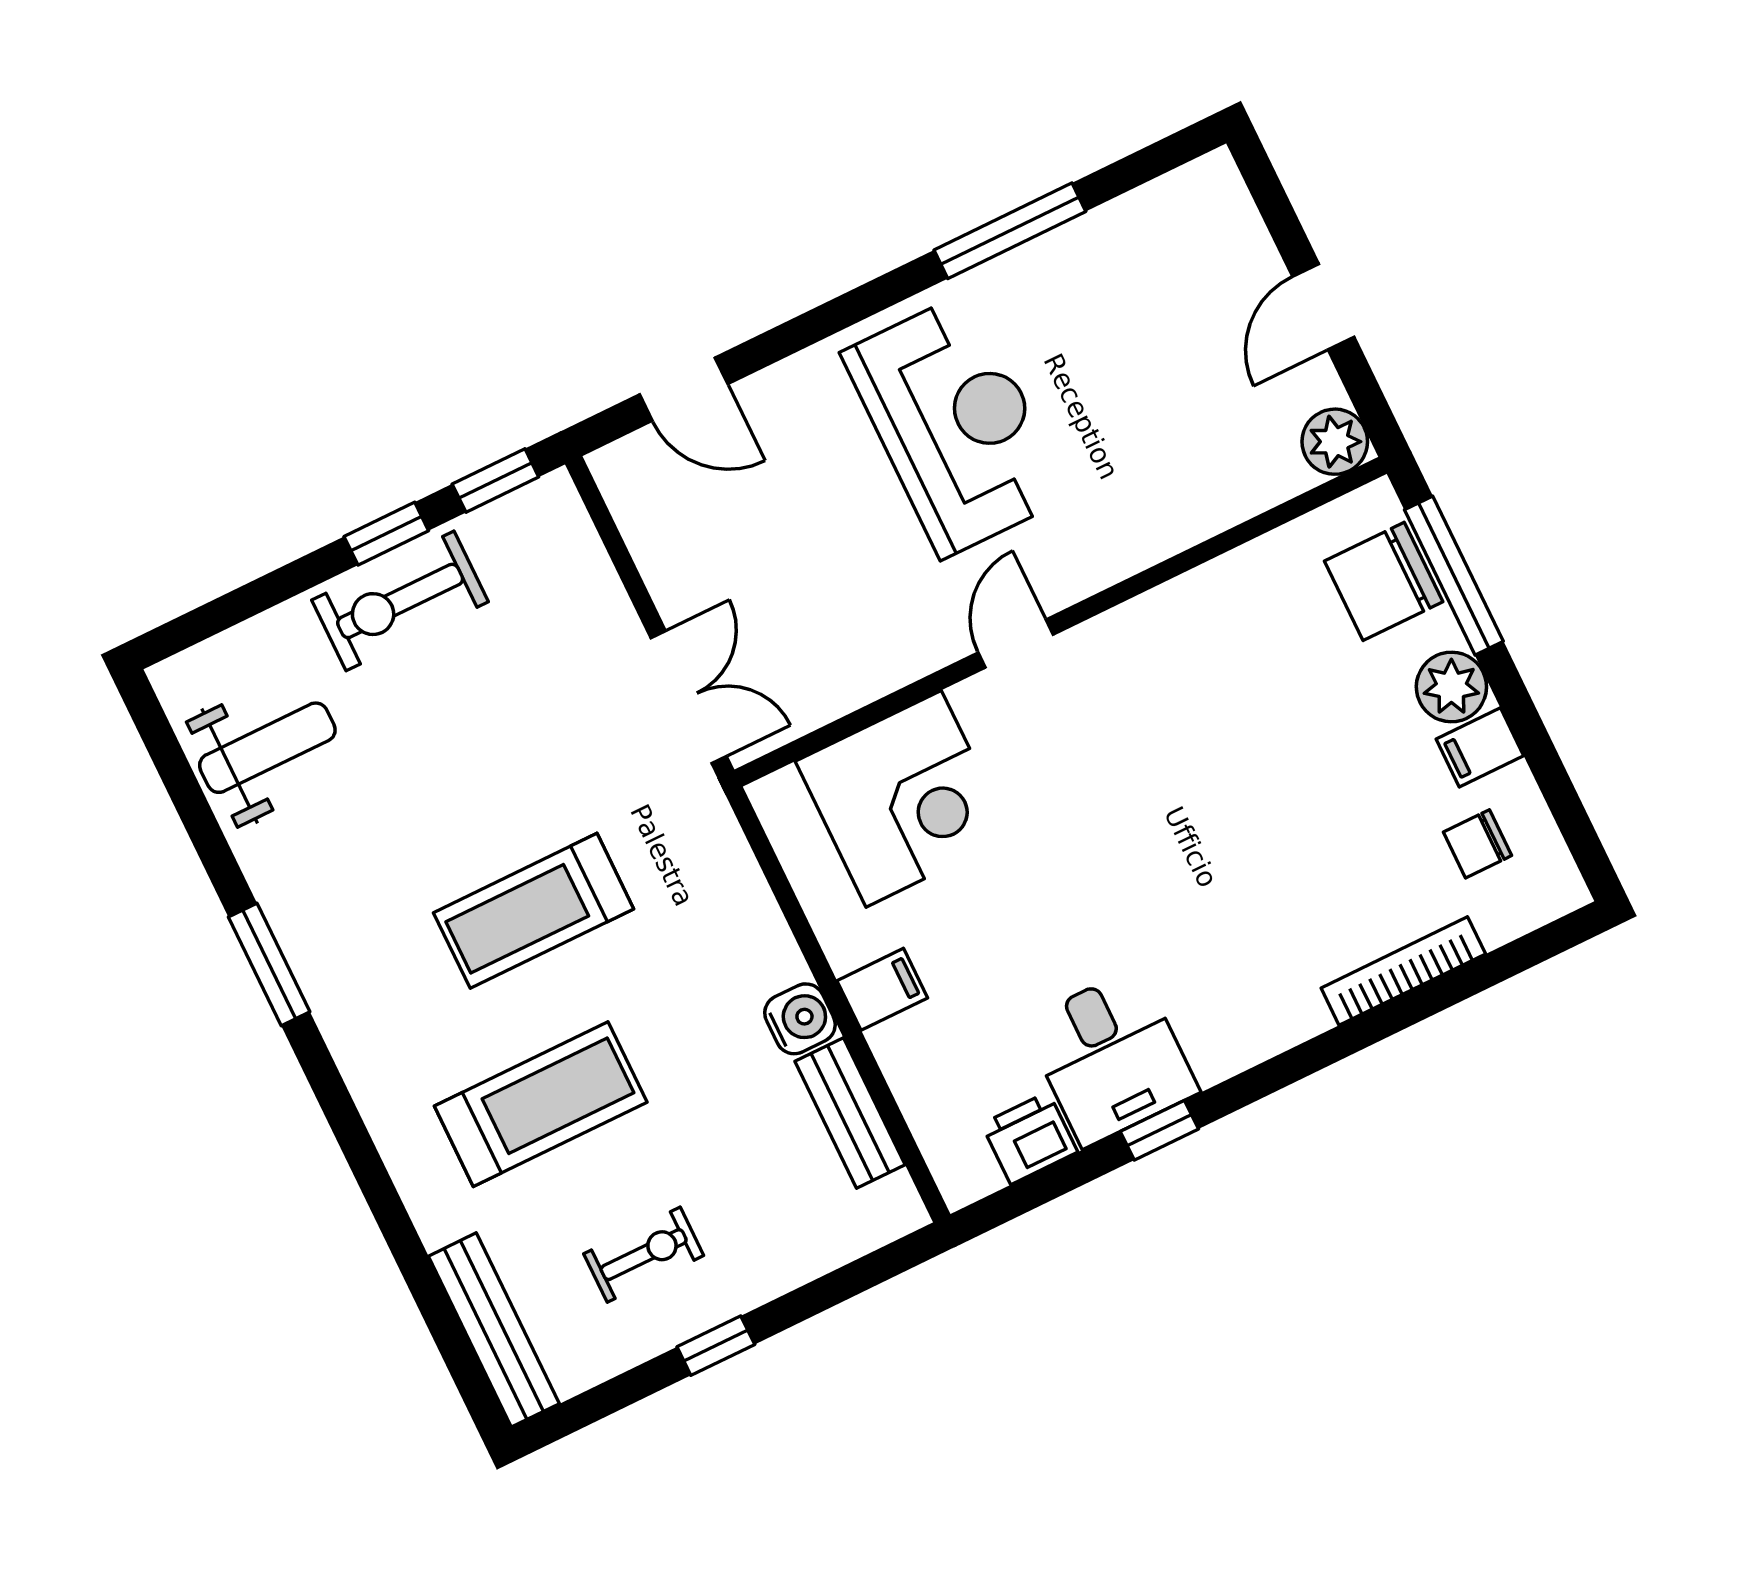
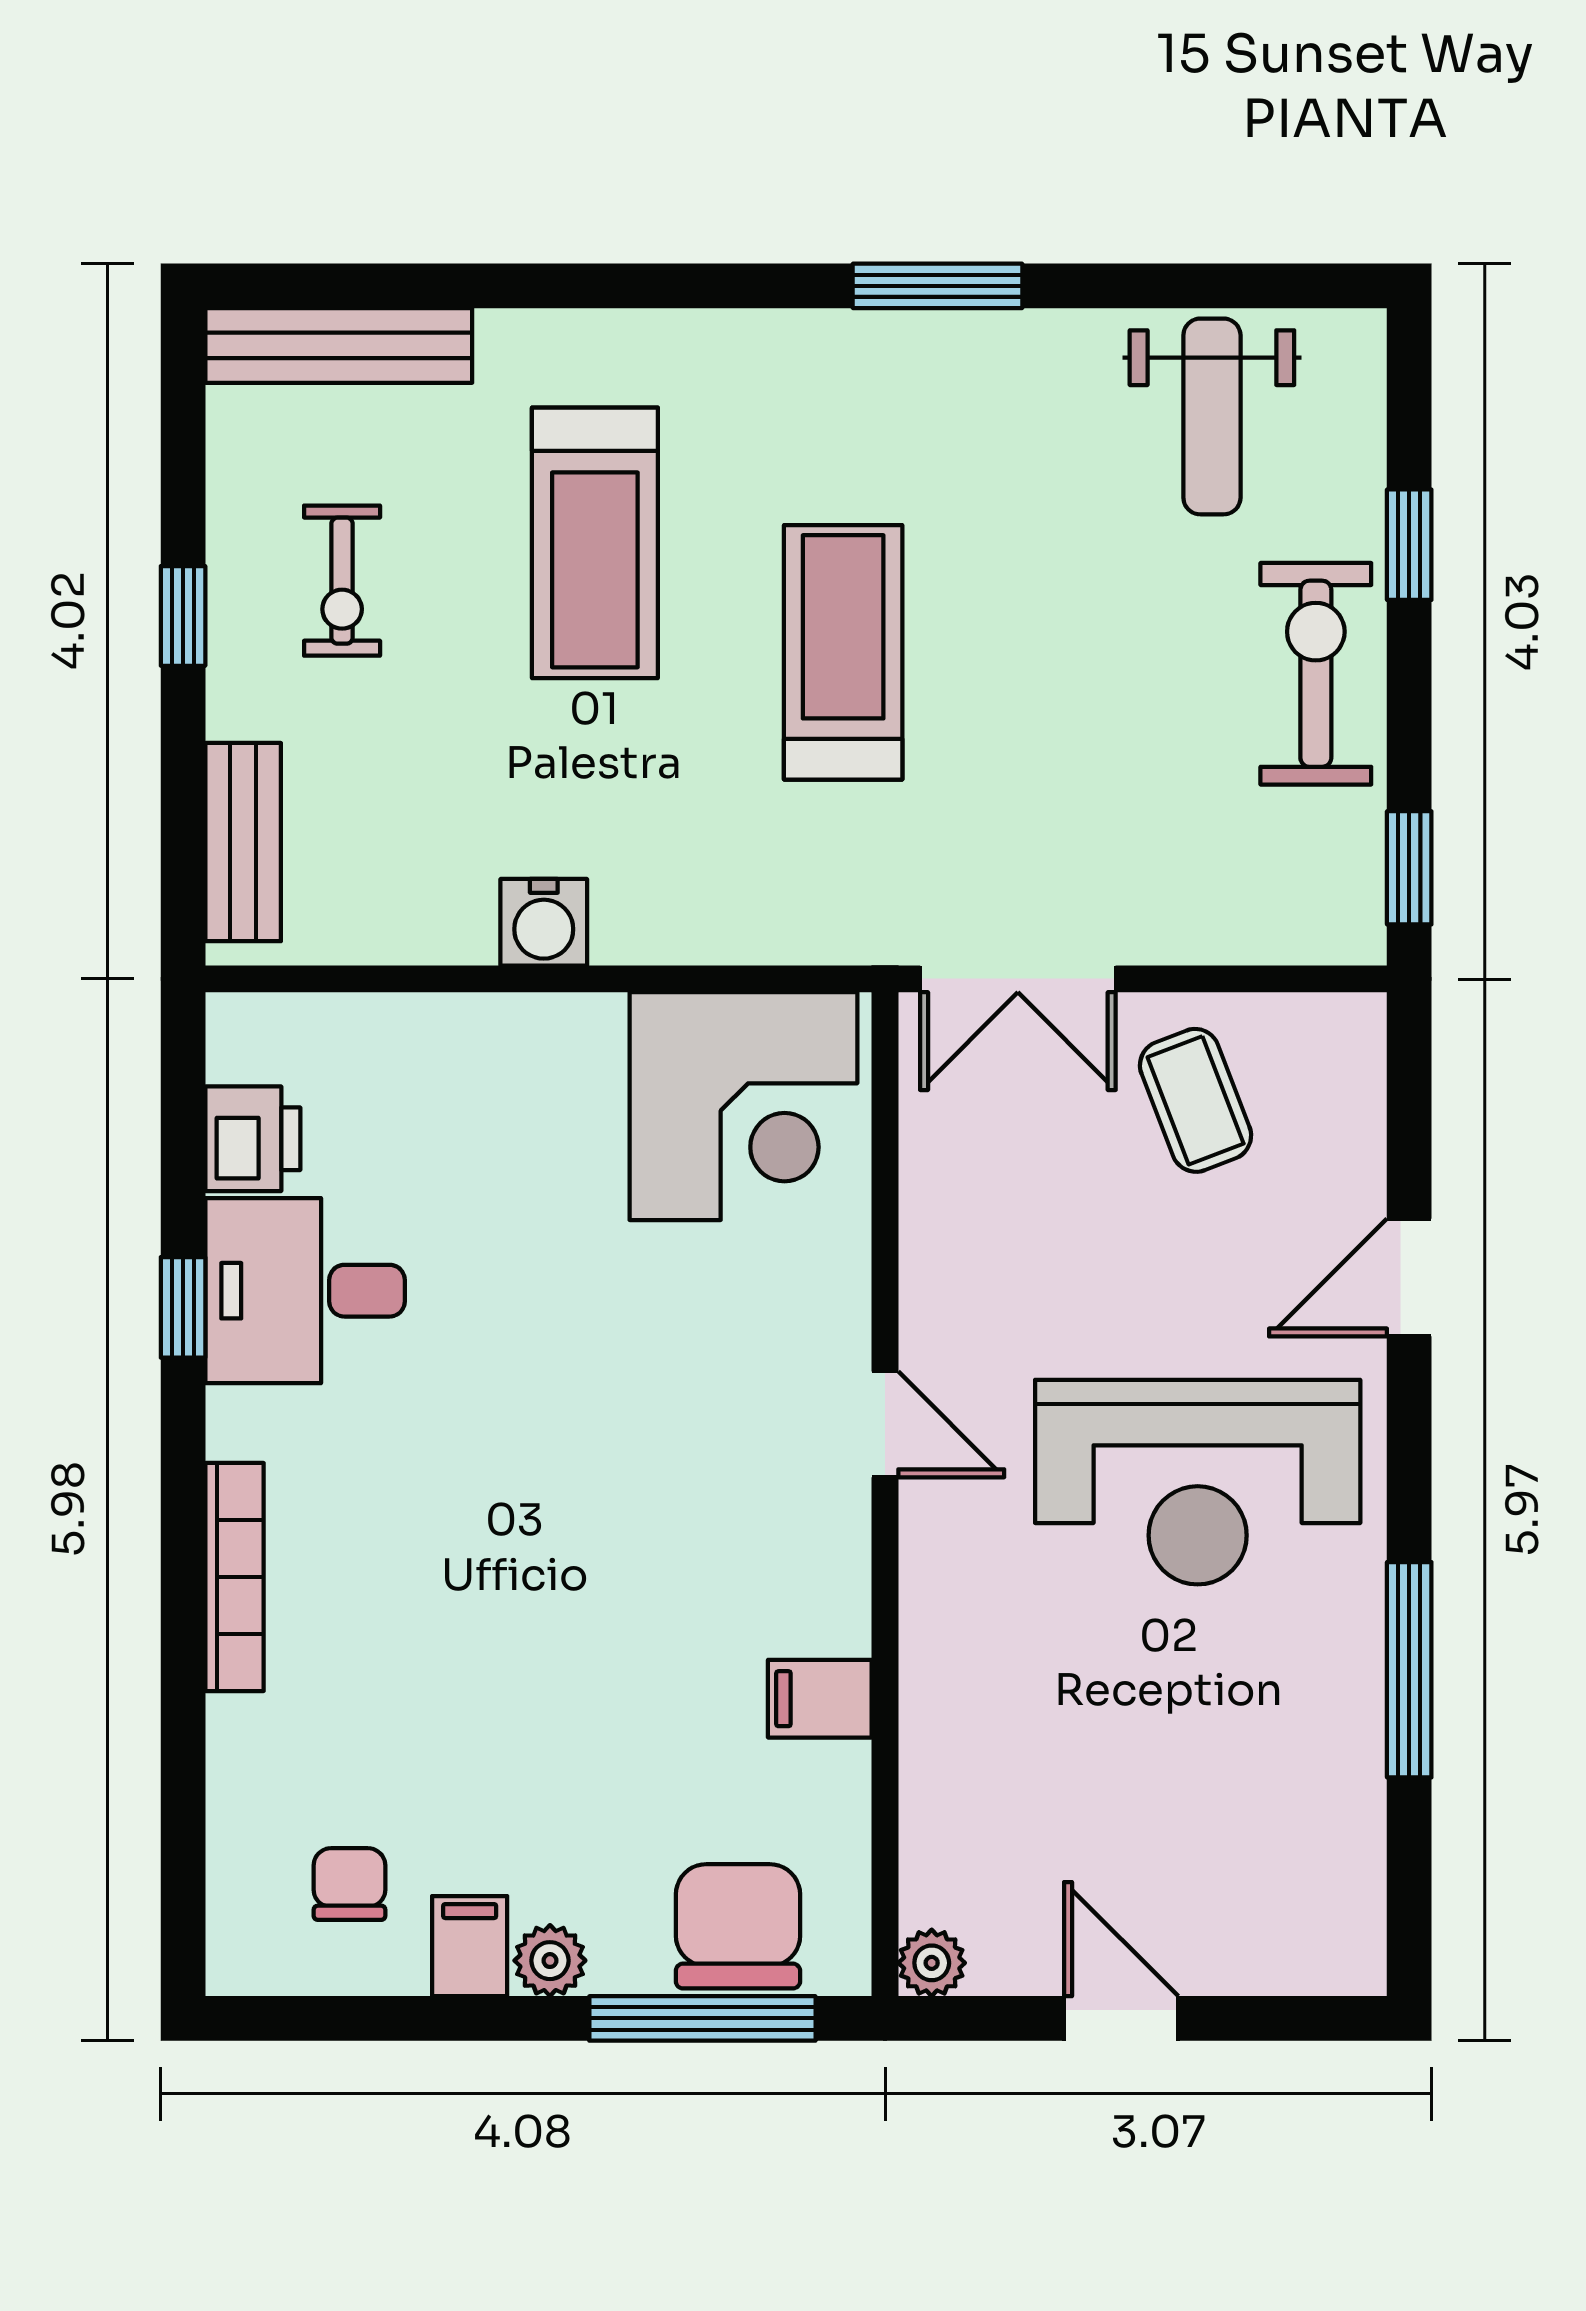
door: (684, 389) -> (1409, 1277), moved
plant: (1335, 442) -> (932, 1963), width x0.73, depth x0.73
window: (386, 534) -> (1409, 545), moved
coffee table: (711, 545) -> (1196, 1100), added
plant: (1451, 687) -> (550, 1961), width x0.73, depth x0.73
corner desk: (904, 799) -> (743, 1106), moved, turned -90
bookcase: (1403, 971) -> (234, 1577), moved
filing cabinet: (882, 989) -> (820, 1699), moved, turned 90
bench: (850, 1113) -> (243, 842), moved, turned 90

